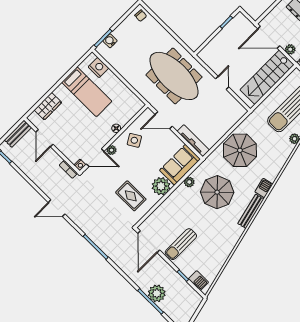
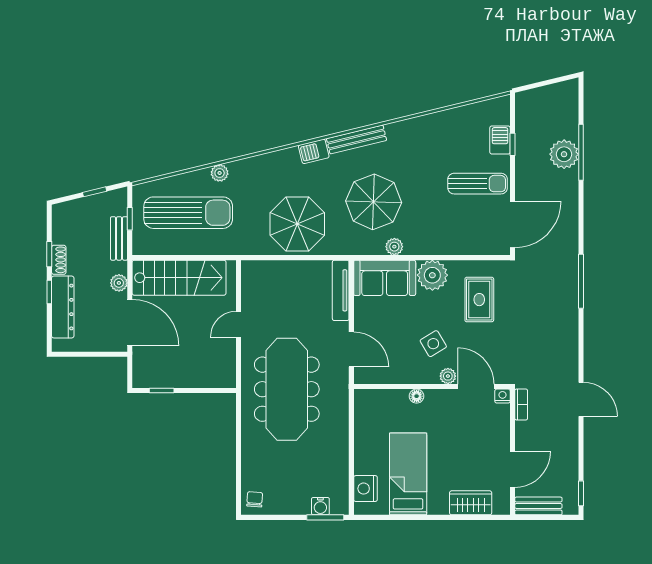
side table: (134, 140) -> (433, 344), moved
door: (57, 208) -> (581, 399), moved
barbecue: (198, 281) -> (500, 140), moved

